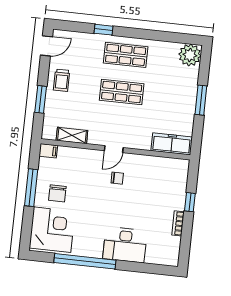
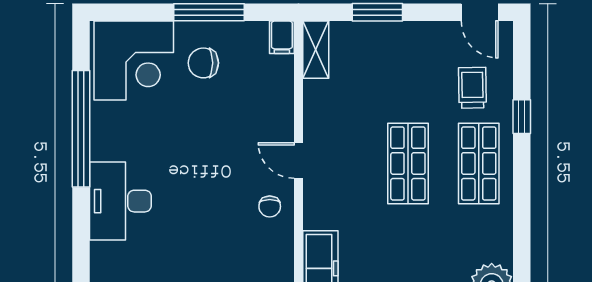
trolley: (62, 80) -> (472, 88), moved, turned 89
shelving: (72, 135) -> (316, 50), moved
chair: (117, 178) -> (270, 206), moved

